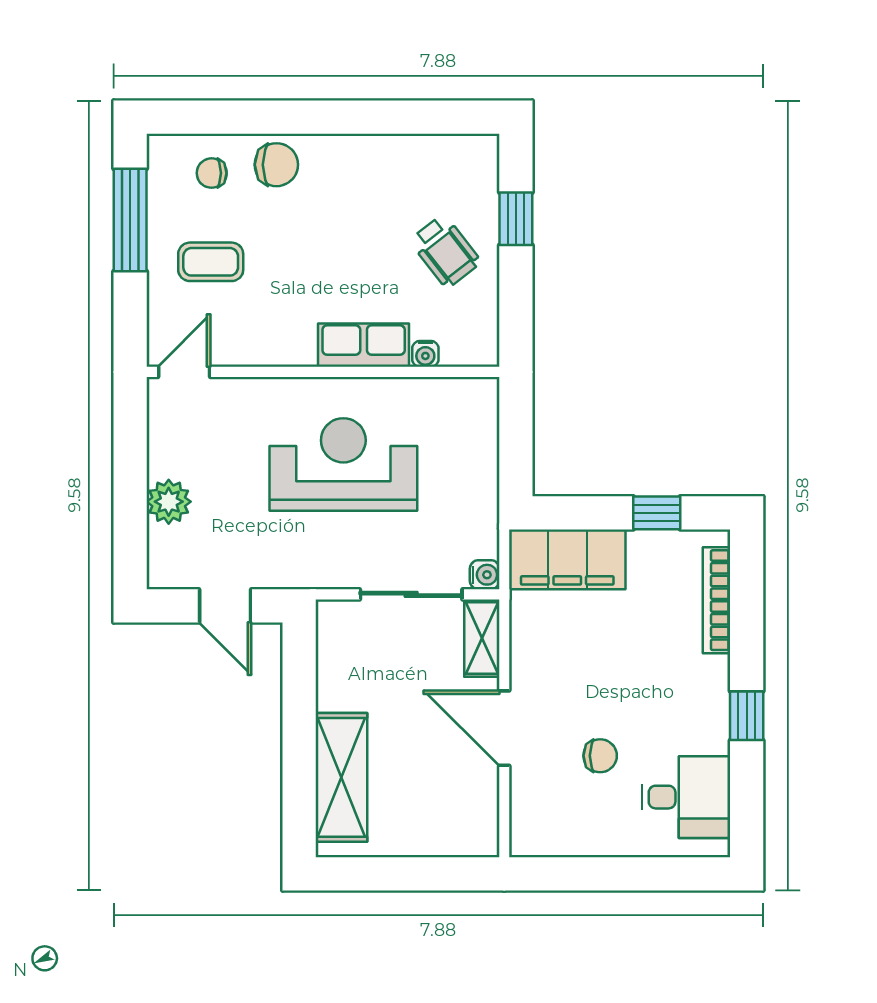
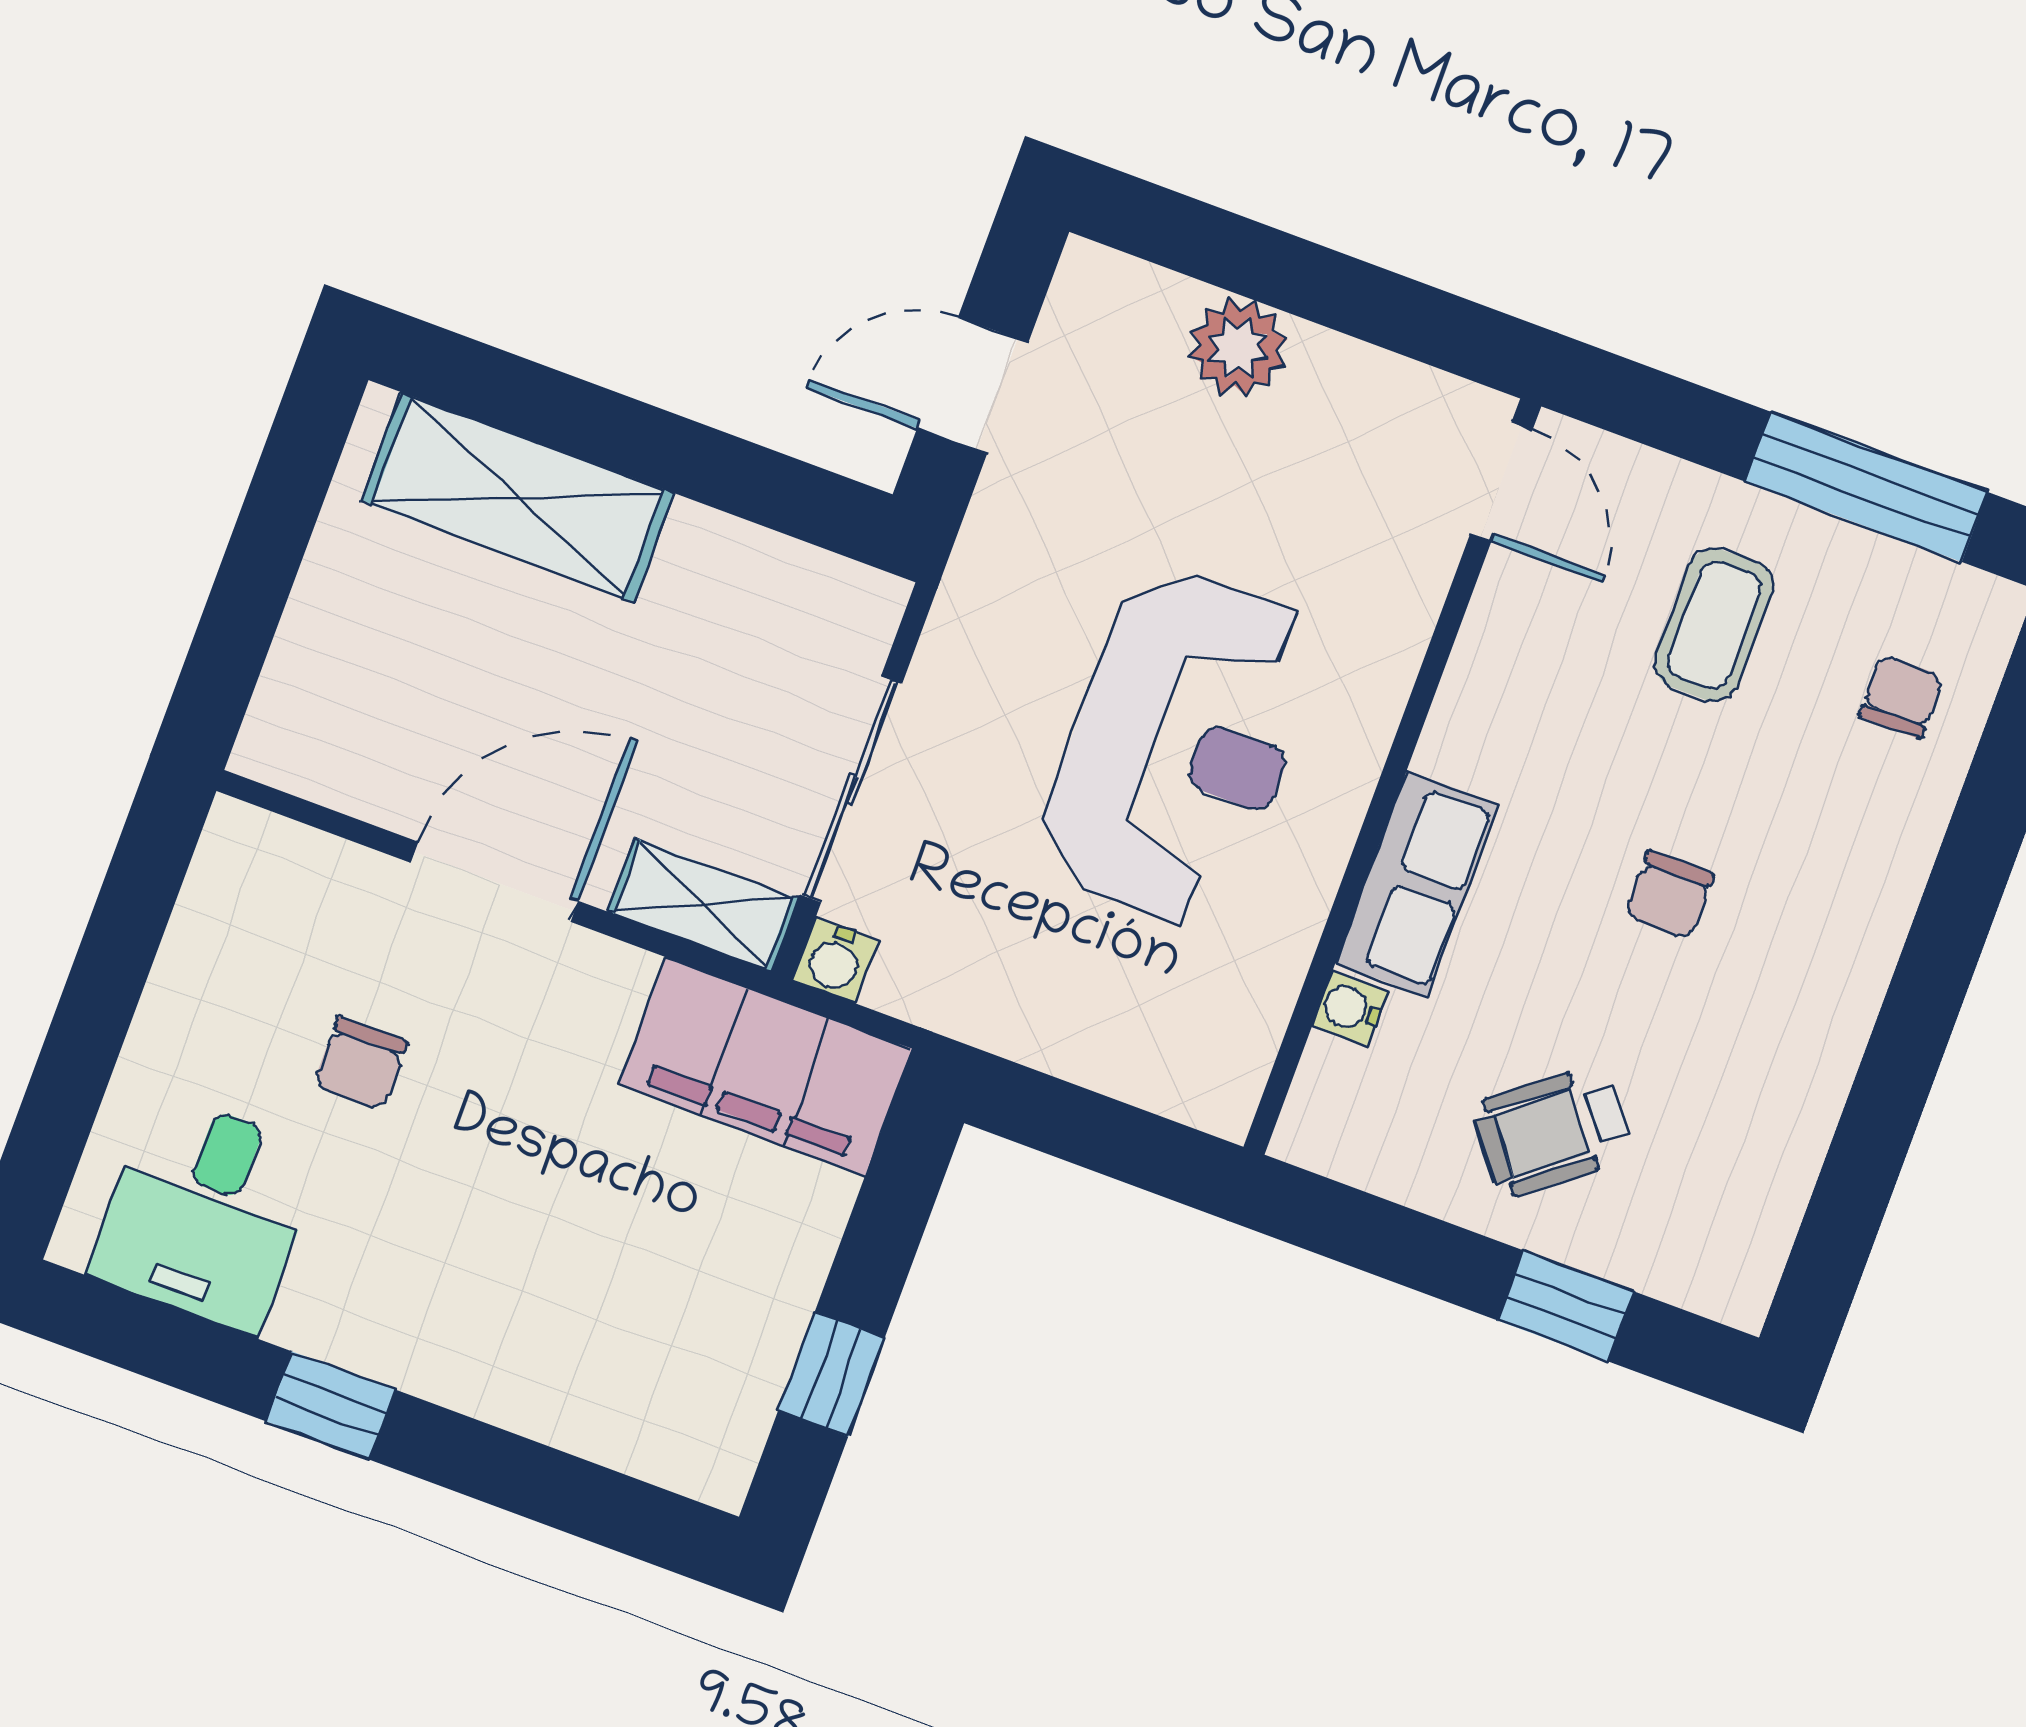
chair: (276, 165) -> (1669, 895), moved, width x0.73, depth x0.73
filing cabinet: (567, 559) -> (766, 1067), moved, turned -90
bookcase: (717, 600) -> (599, 1432), removed

